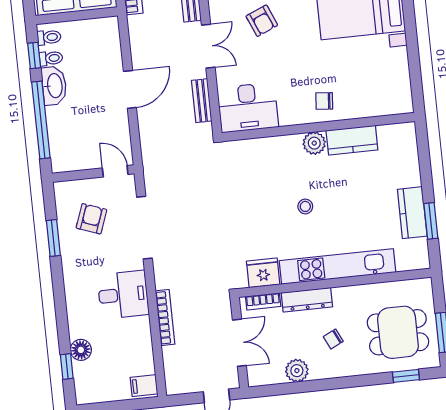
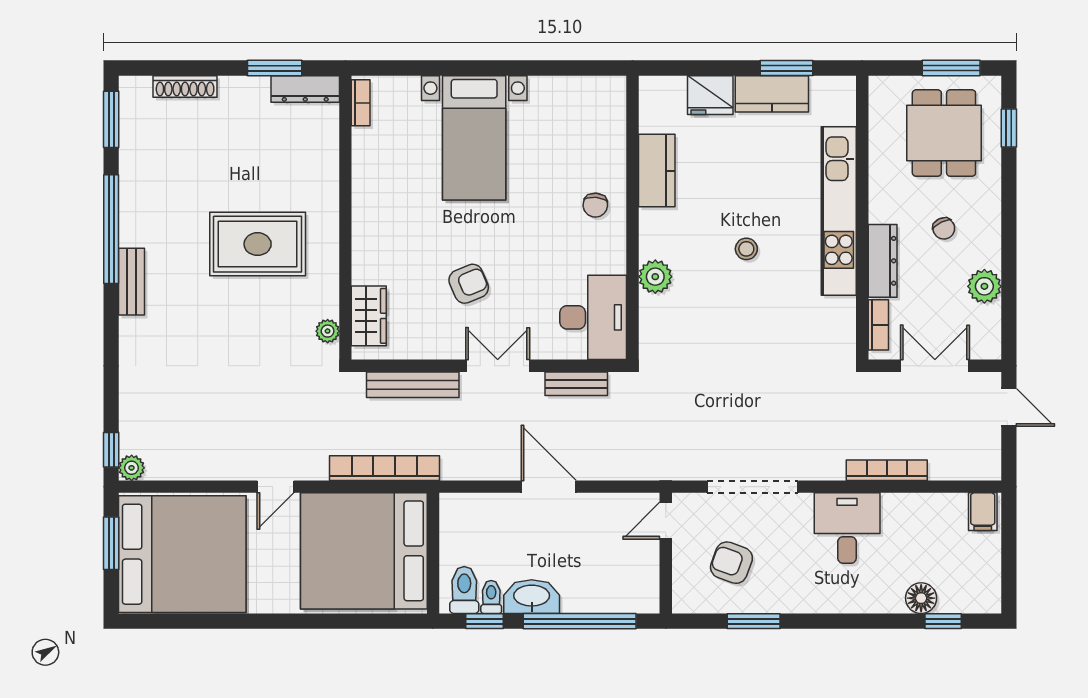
toilet: (49, 37) -> (464, 590), width x1.37, depth x1.39
plant: (314, 143) -> (655, 277), moved
fridge: (263, 273) -> (710, 95), moved, turned -90

